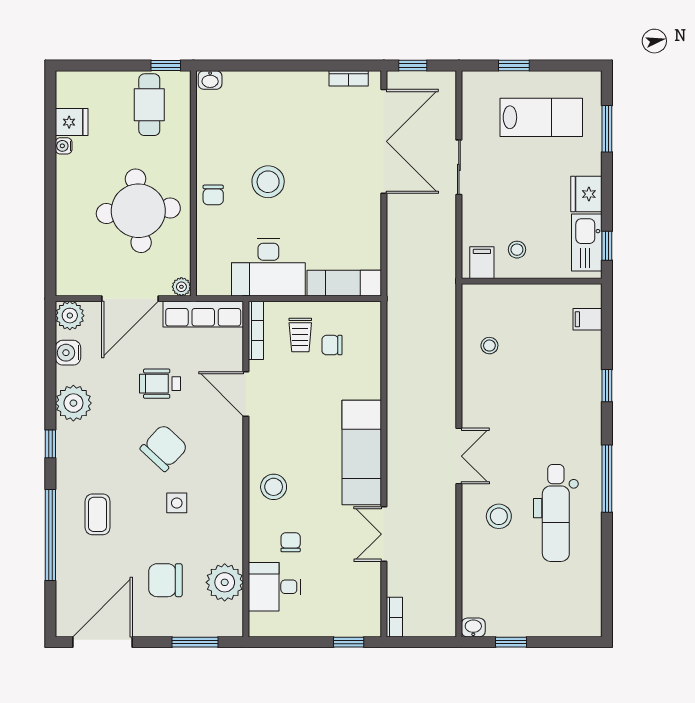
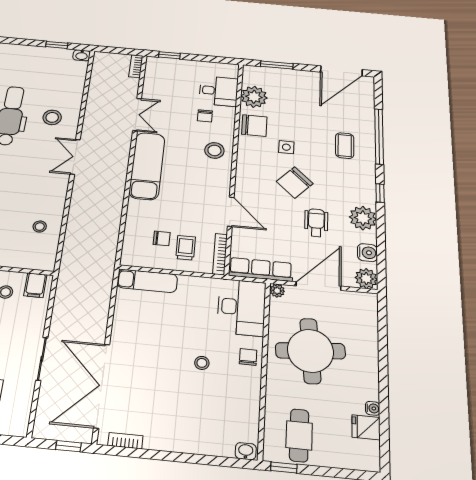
stool: (268, 182) -> (202, 363), width x0.53, depth x0.53
desk: (268, 267) -> (242, 307), moved, turned 90
wheelchair: (160, 384) -> (316, 223), moved, turned -90
chair: (165, 580) -> (254, 126), moved

